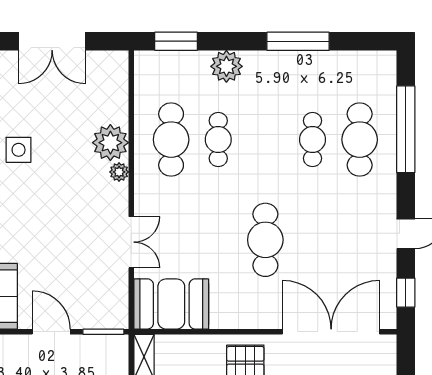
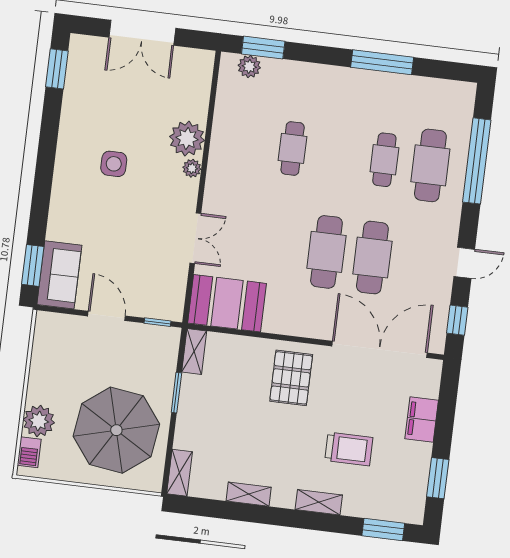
plant: (226, 66) -> (249, 66), moved, width x0.73, depth x0.73
cafe table: (171, 140) -> (372, 258), moved
side table: (19, 150) -> (114, 164), moved
window: (103, 332) -> (157, 322), width x0.67

